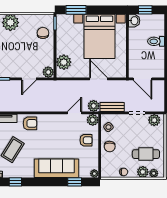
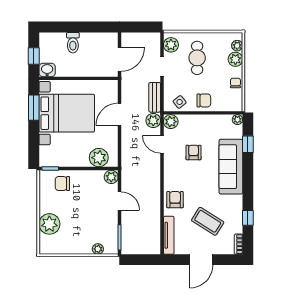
window: (76, 10) -> (34, 108), moved
armchair: (86, 140) -> (194, 152), moved
cafe table: (146, 154) -> (197, 58), moved

